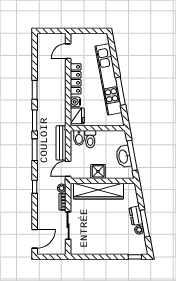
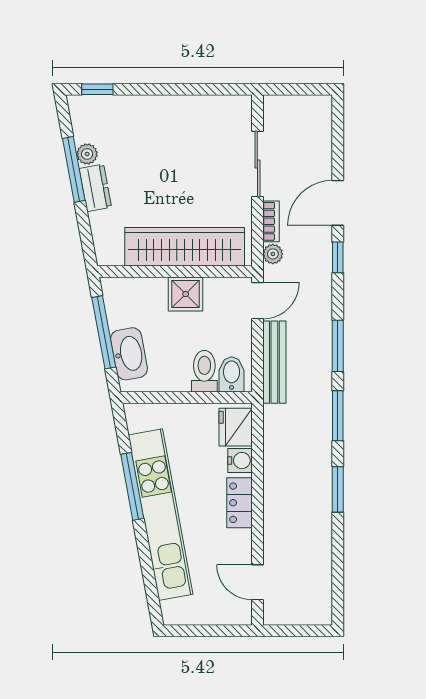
door: (68, 51) -> (257, 582), swing flipped
locker: (76, 79) -> (239, 503), width x0.66
washbasin: (124, 157) -> (129, 354), moved
door: (35, 239) -> (338, 203), moved

